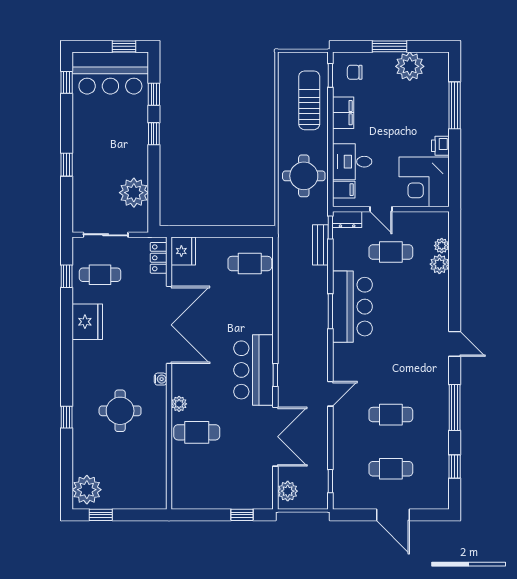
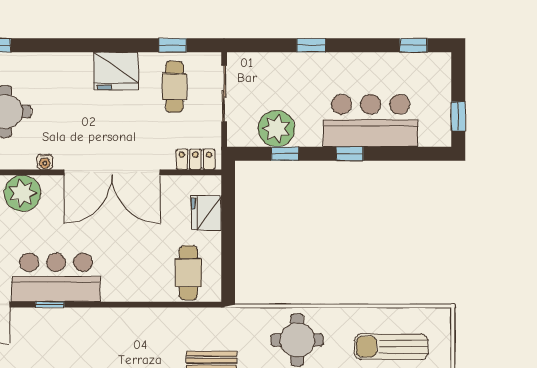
bar counter: (110, 73) -> (371, 121), moved, turned 90
window: (154, 94) -> (285, 154), moved
sun lounger: (309, 100) -> (391, 347), turned 180
fridge: (183, 251) -> (206, 213), moved, turned 90
plant: (179, 404) -> (22, 193), width x1.87, depth x1.87

